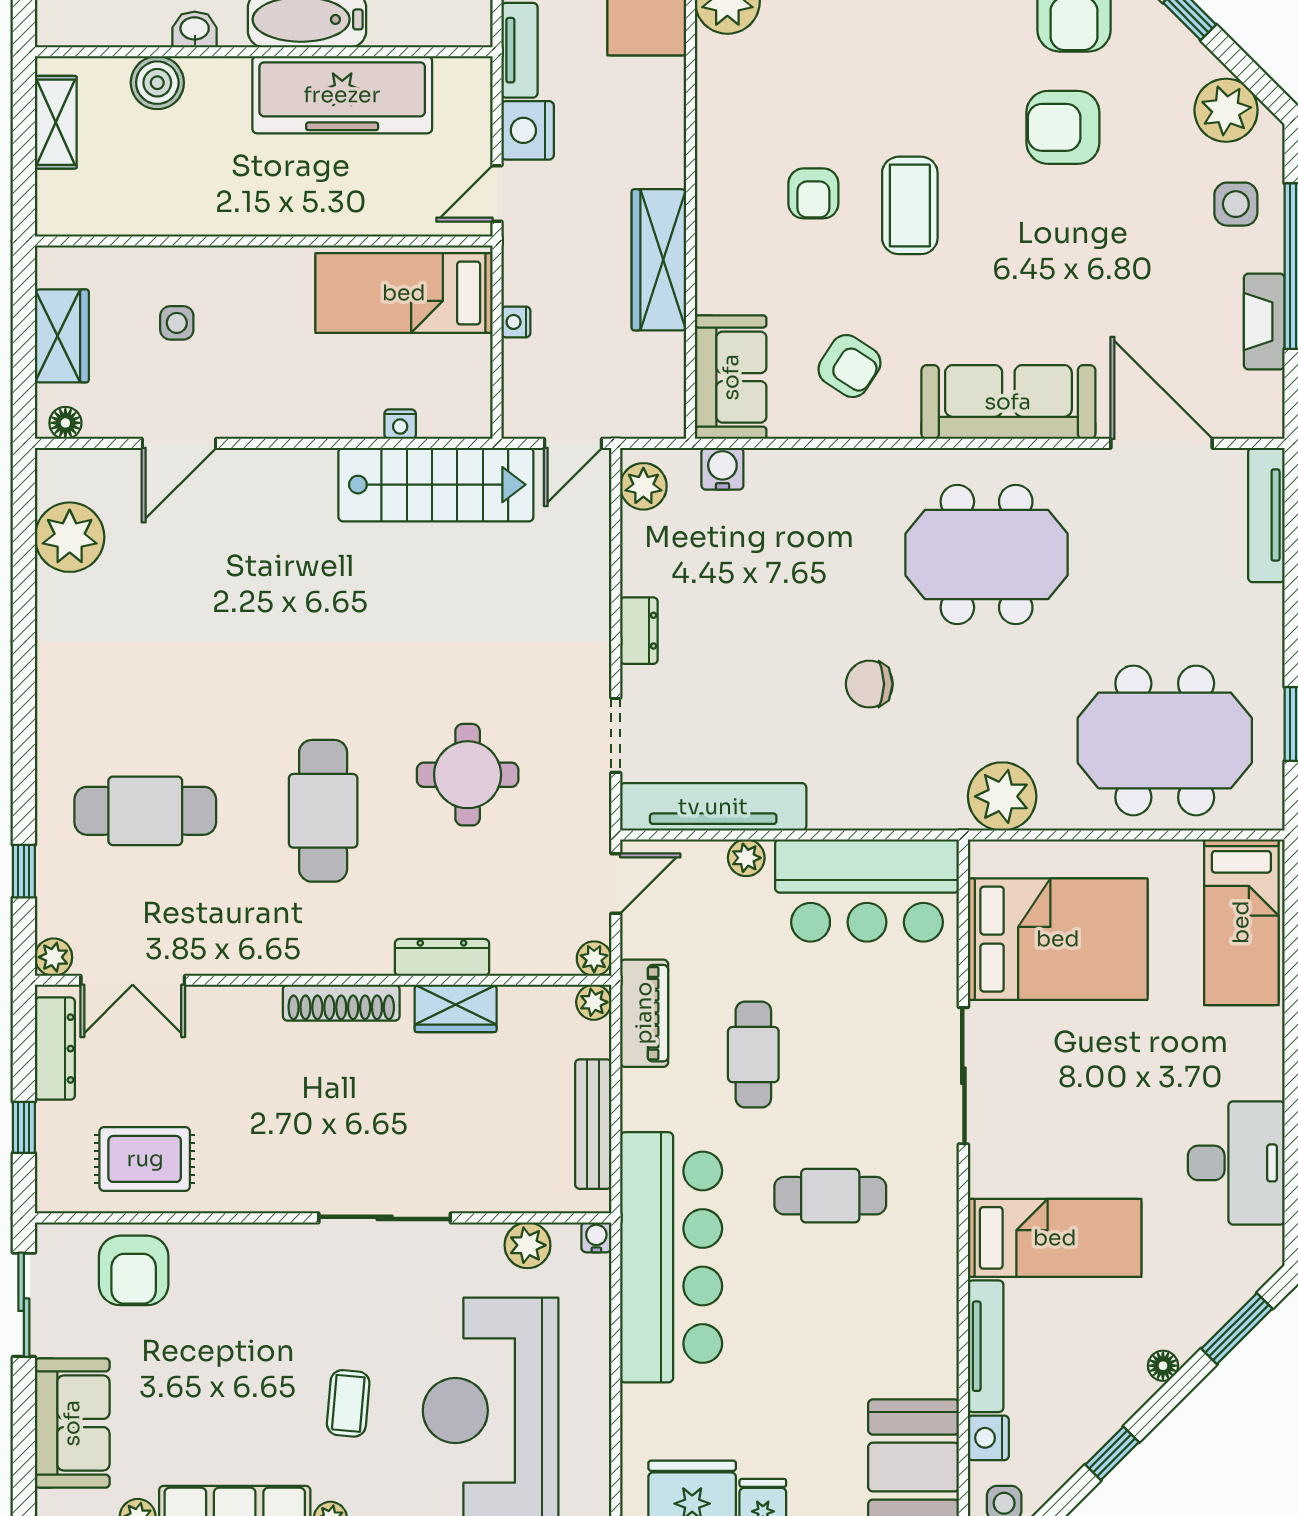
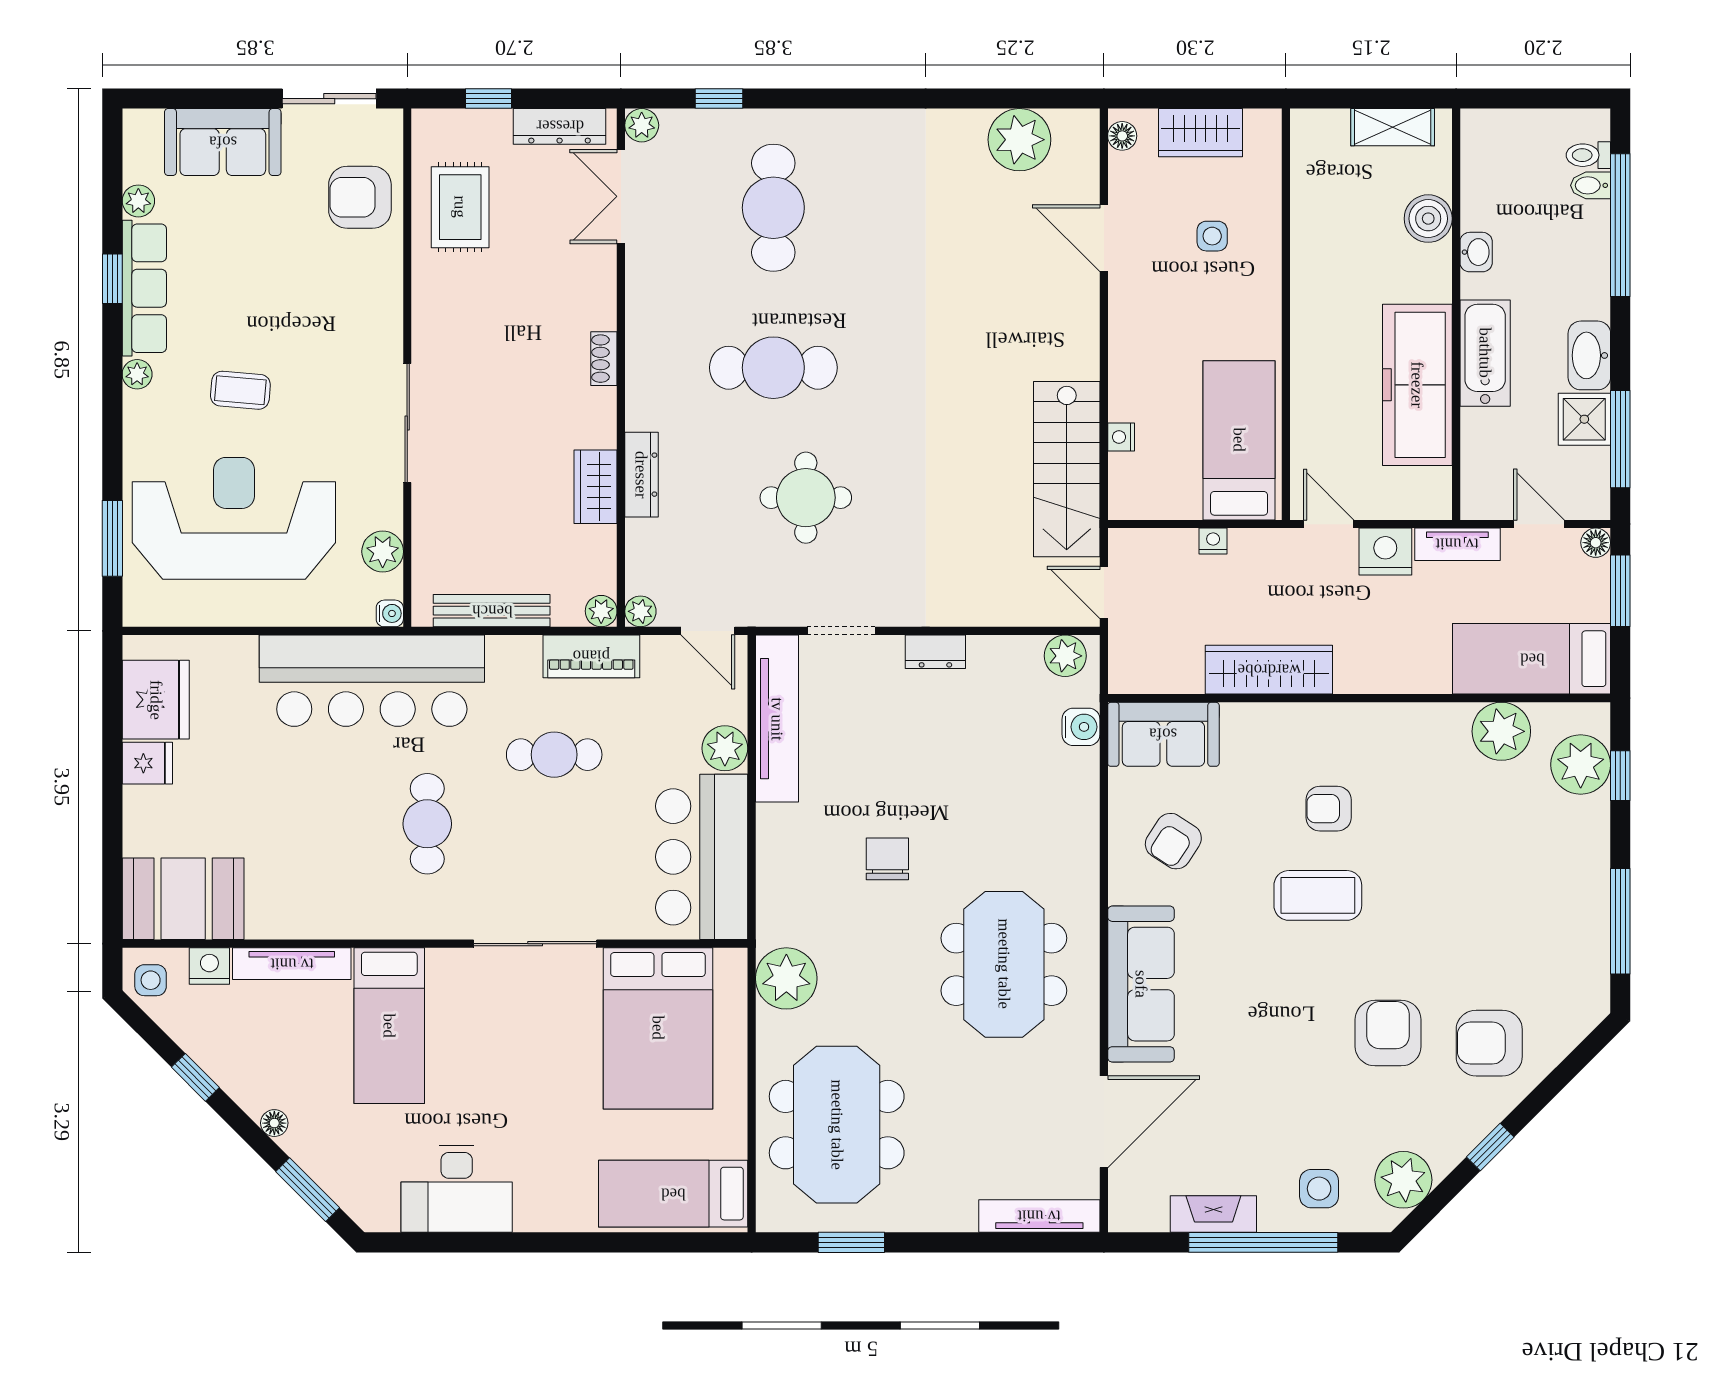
plant: (746, 858) -> (725, 748), width x1.38, depth x1.38
shoe rack: (341, 1003) -> (604, 359), width x0.51, depth x0.81

